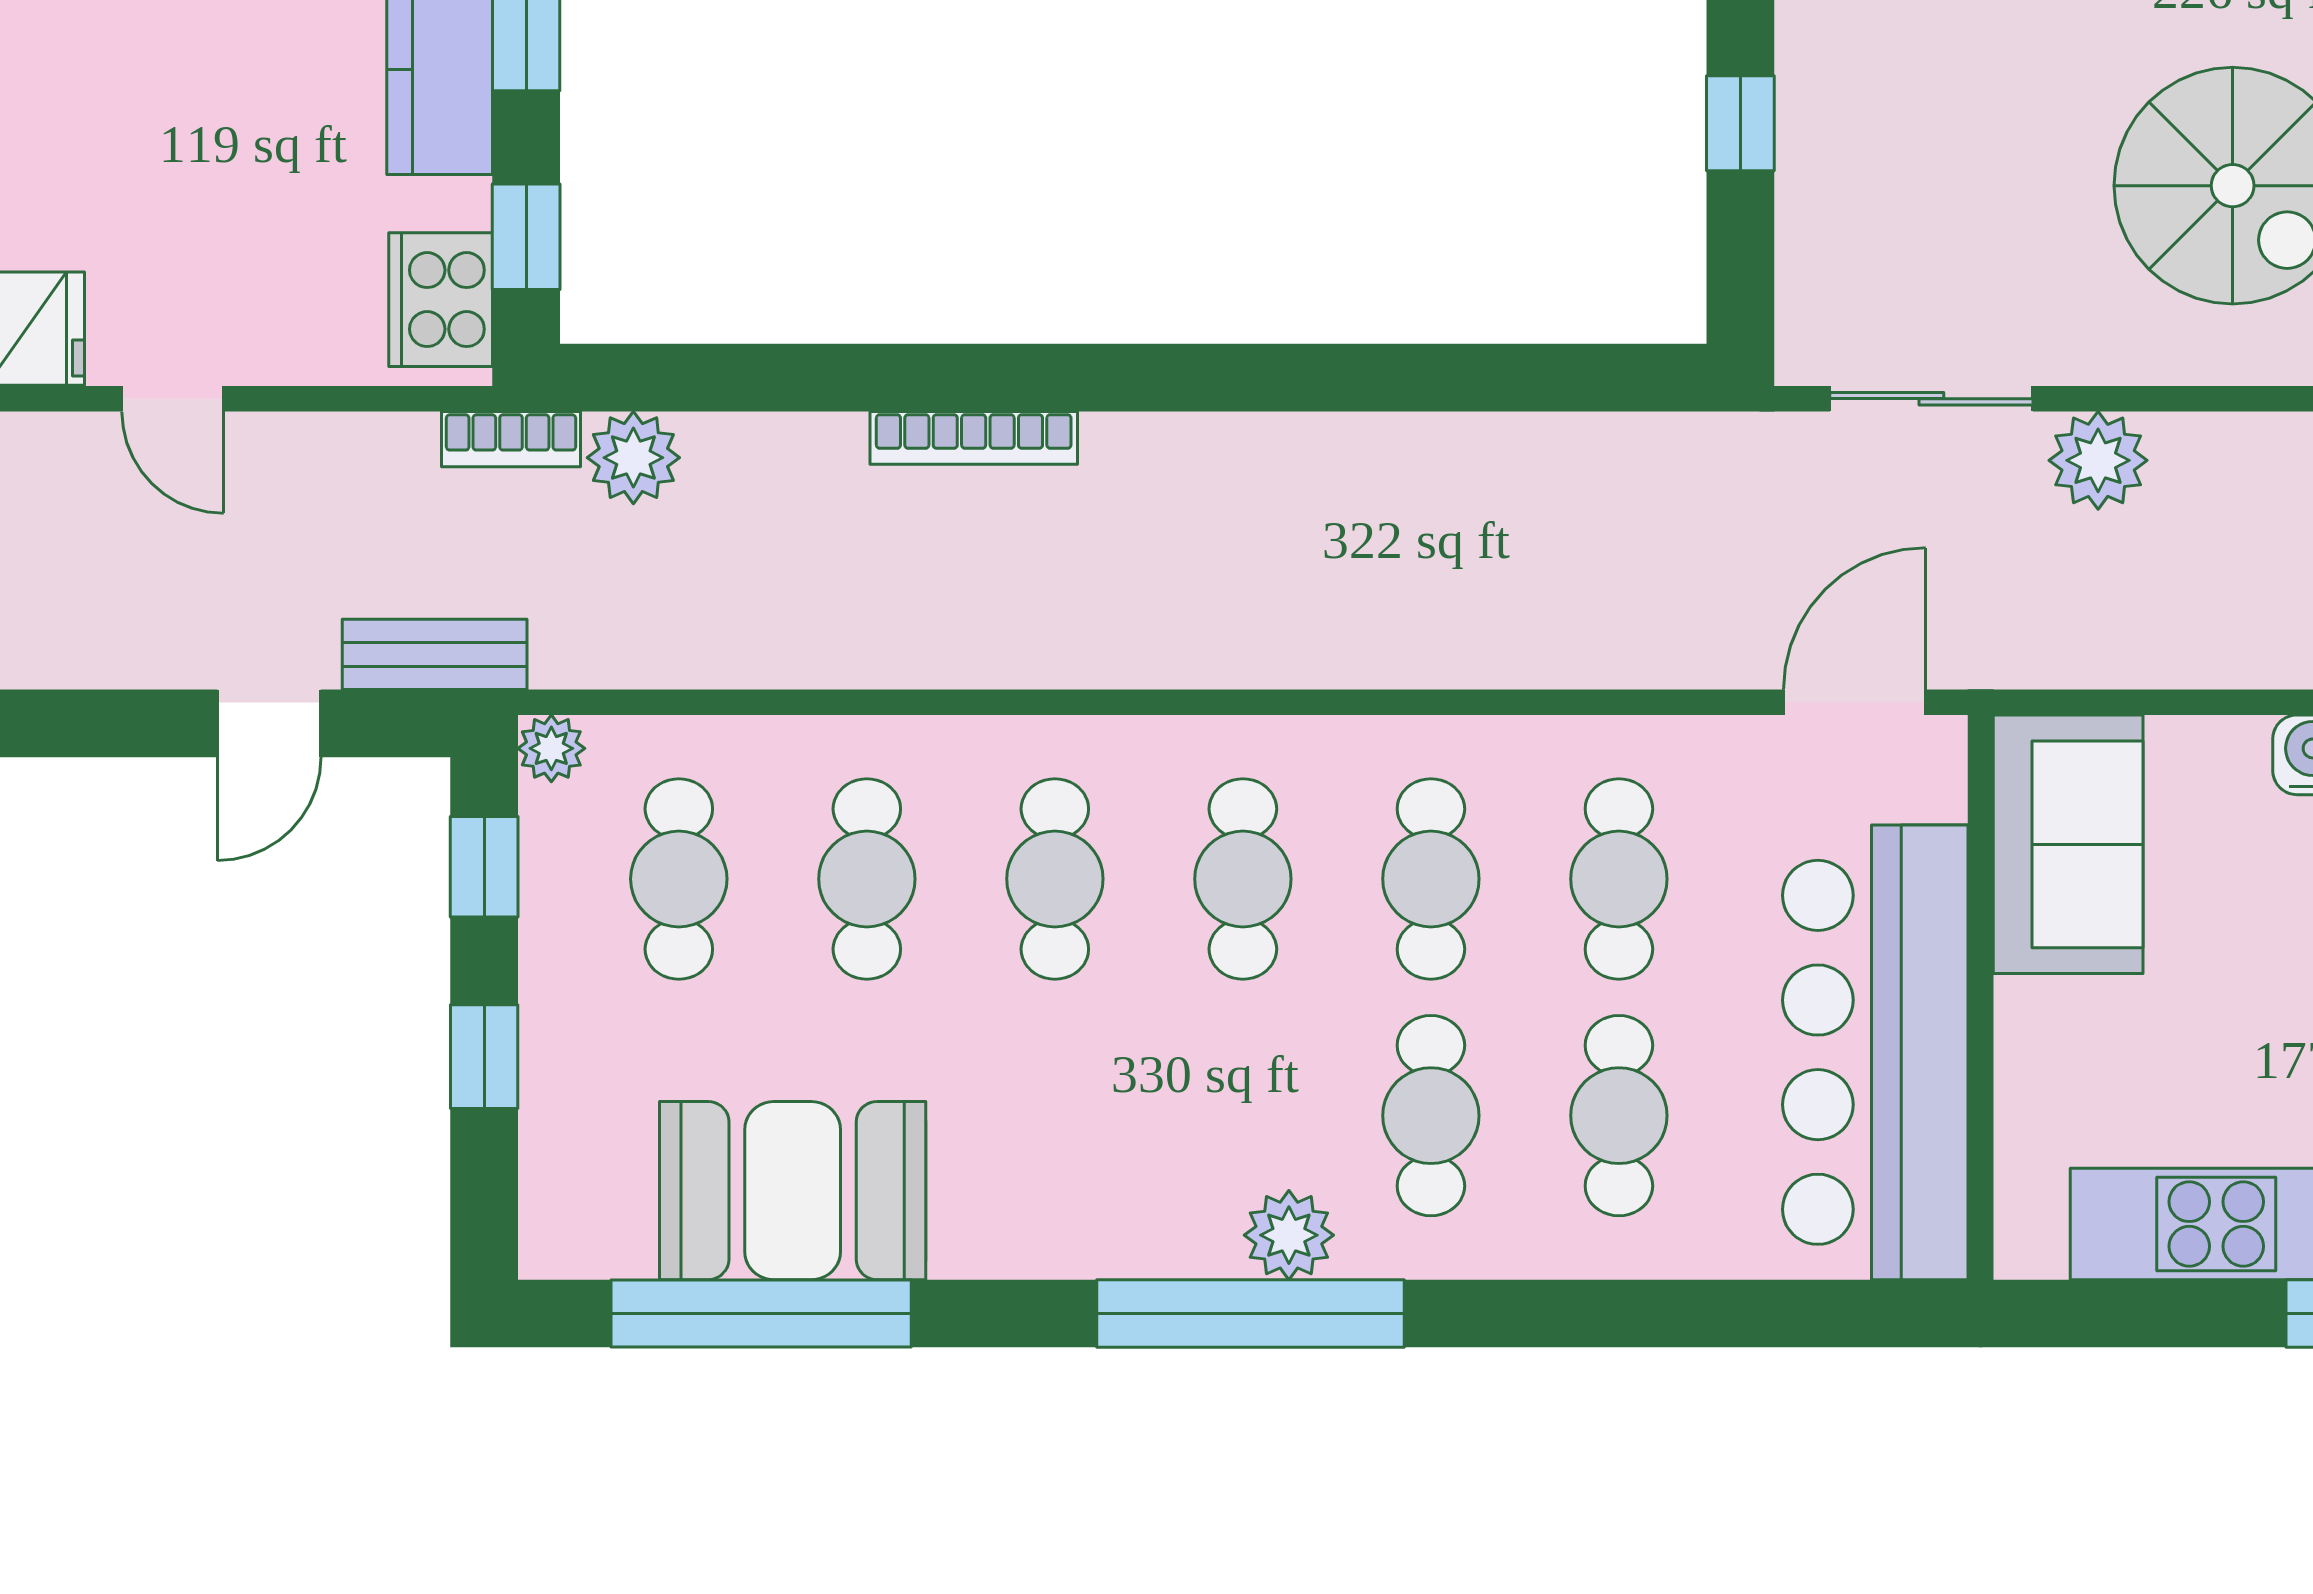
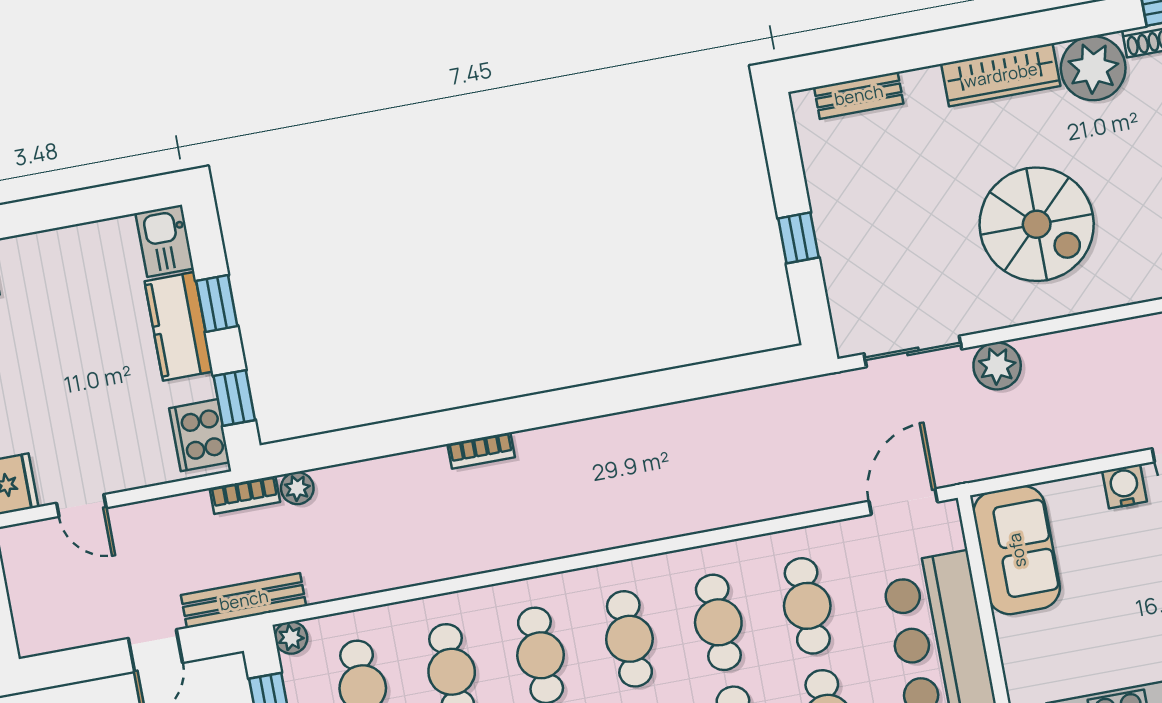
bookcase: (974, 438) -> (481, 451), width x0.64
plant: (633, 458) -> (297, 488), width x0.73, depth x0.73
bench: (435, 654) -> (244, 600), width x1.36

